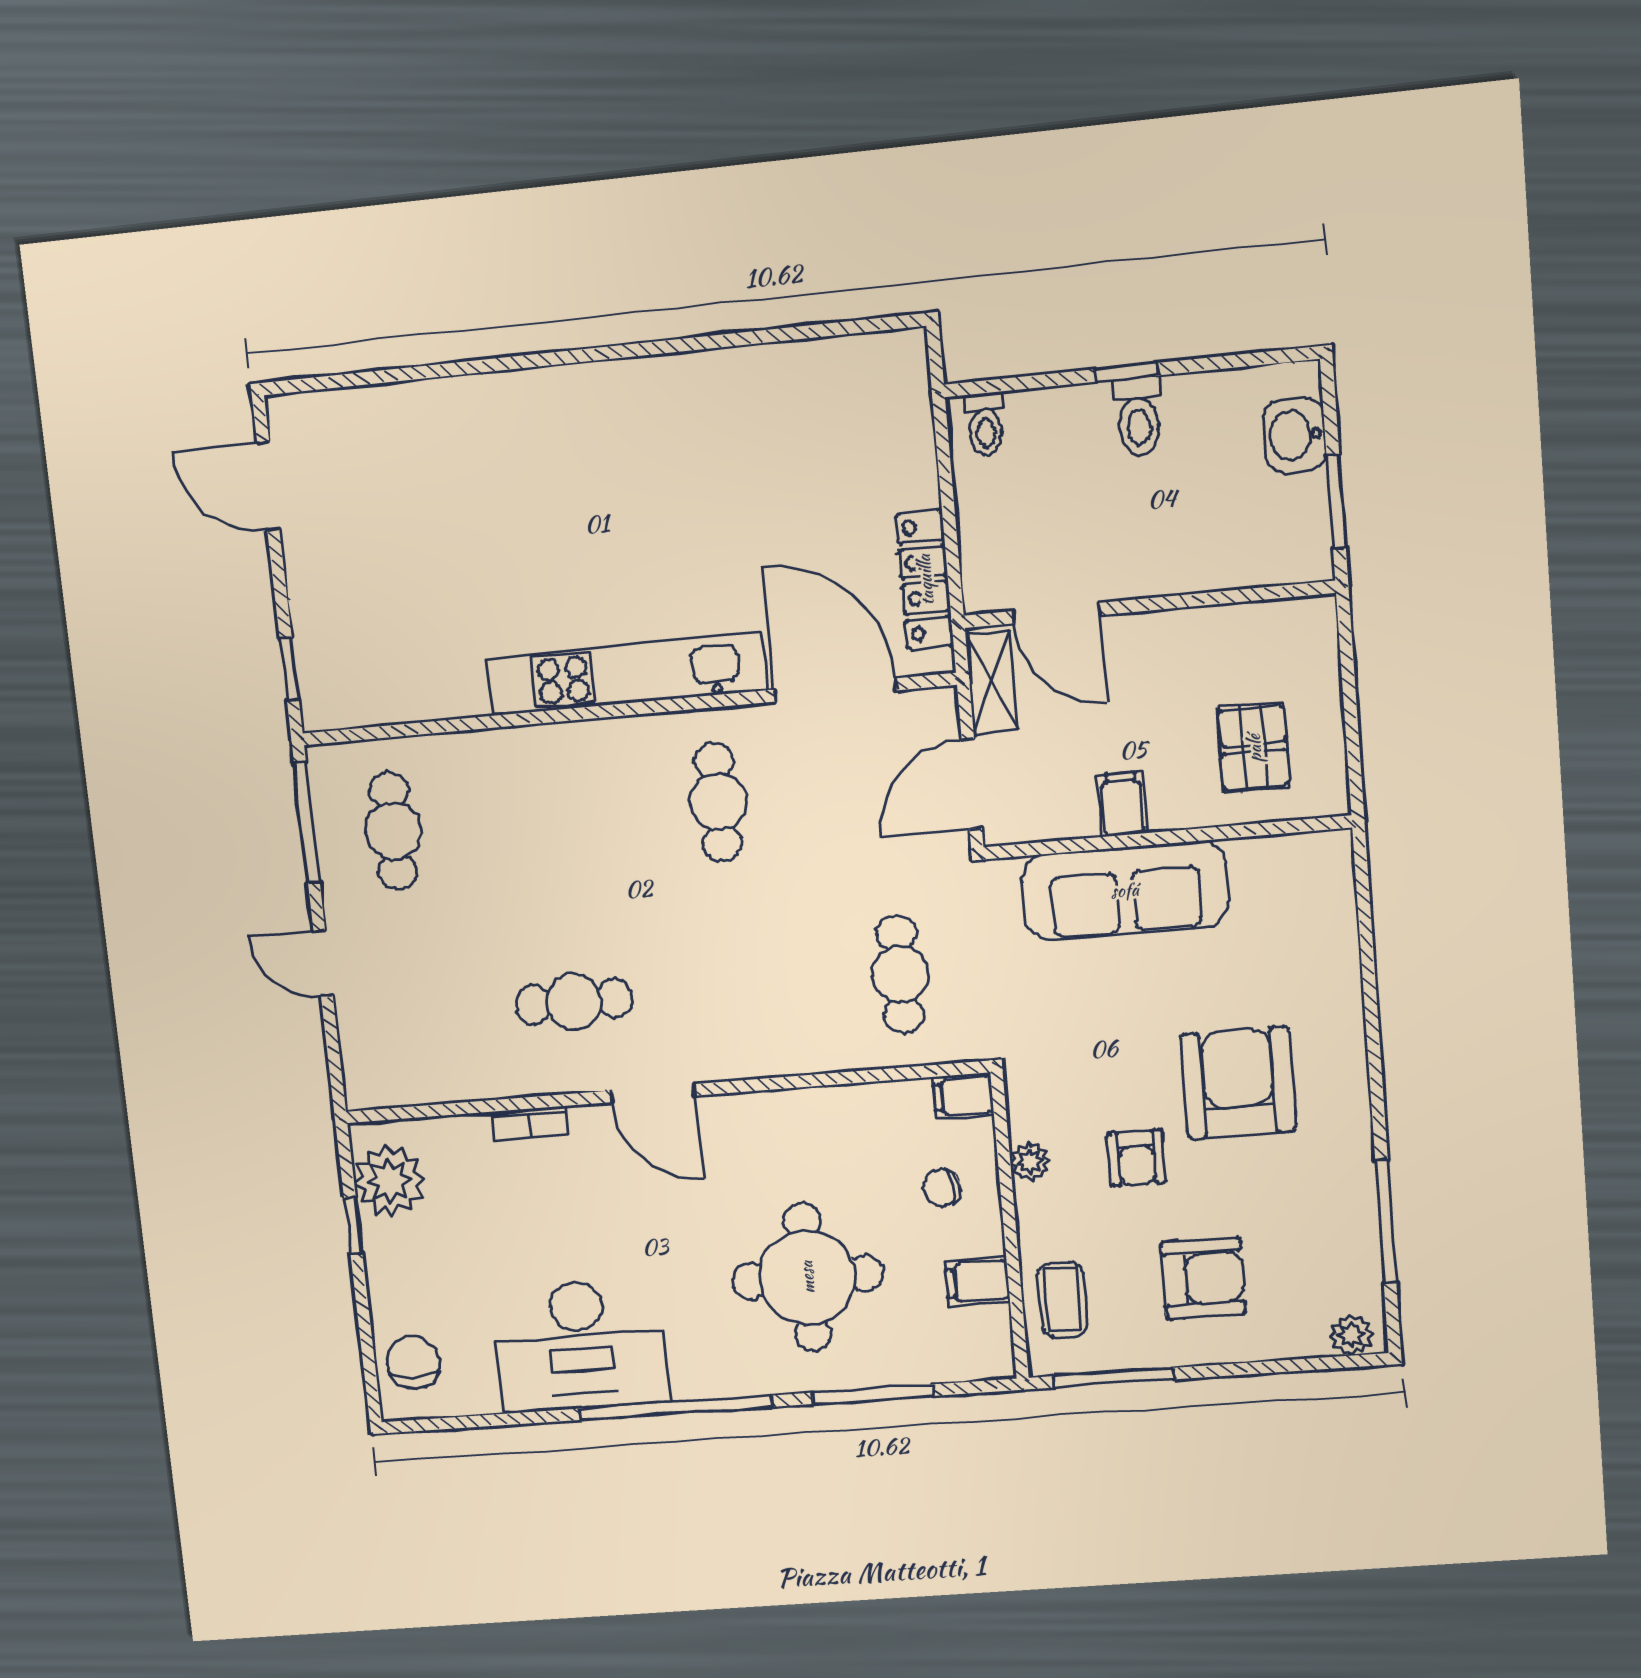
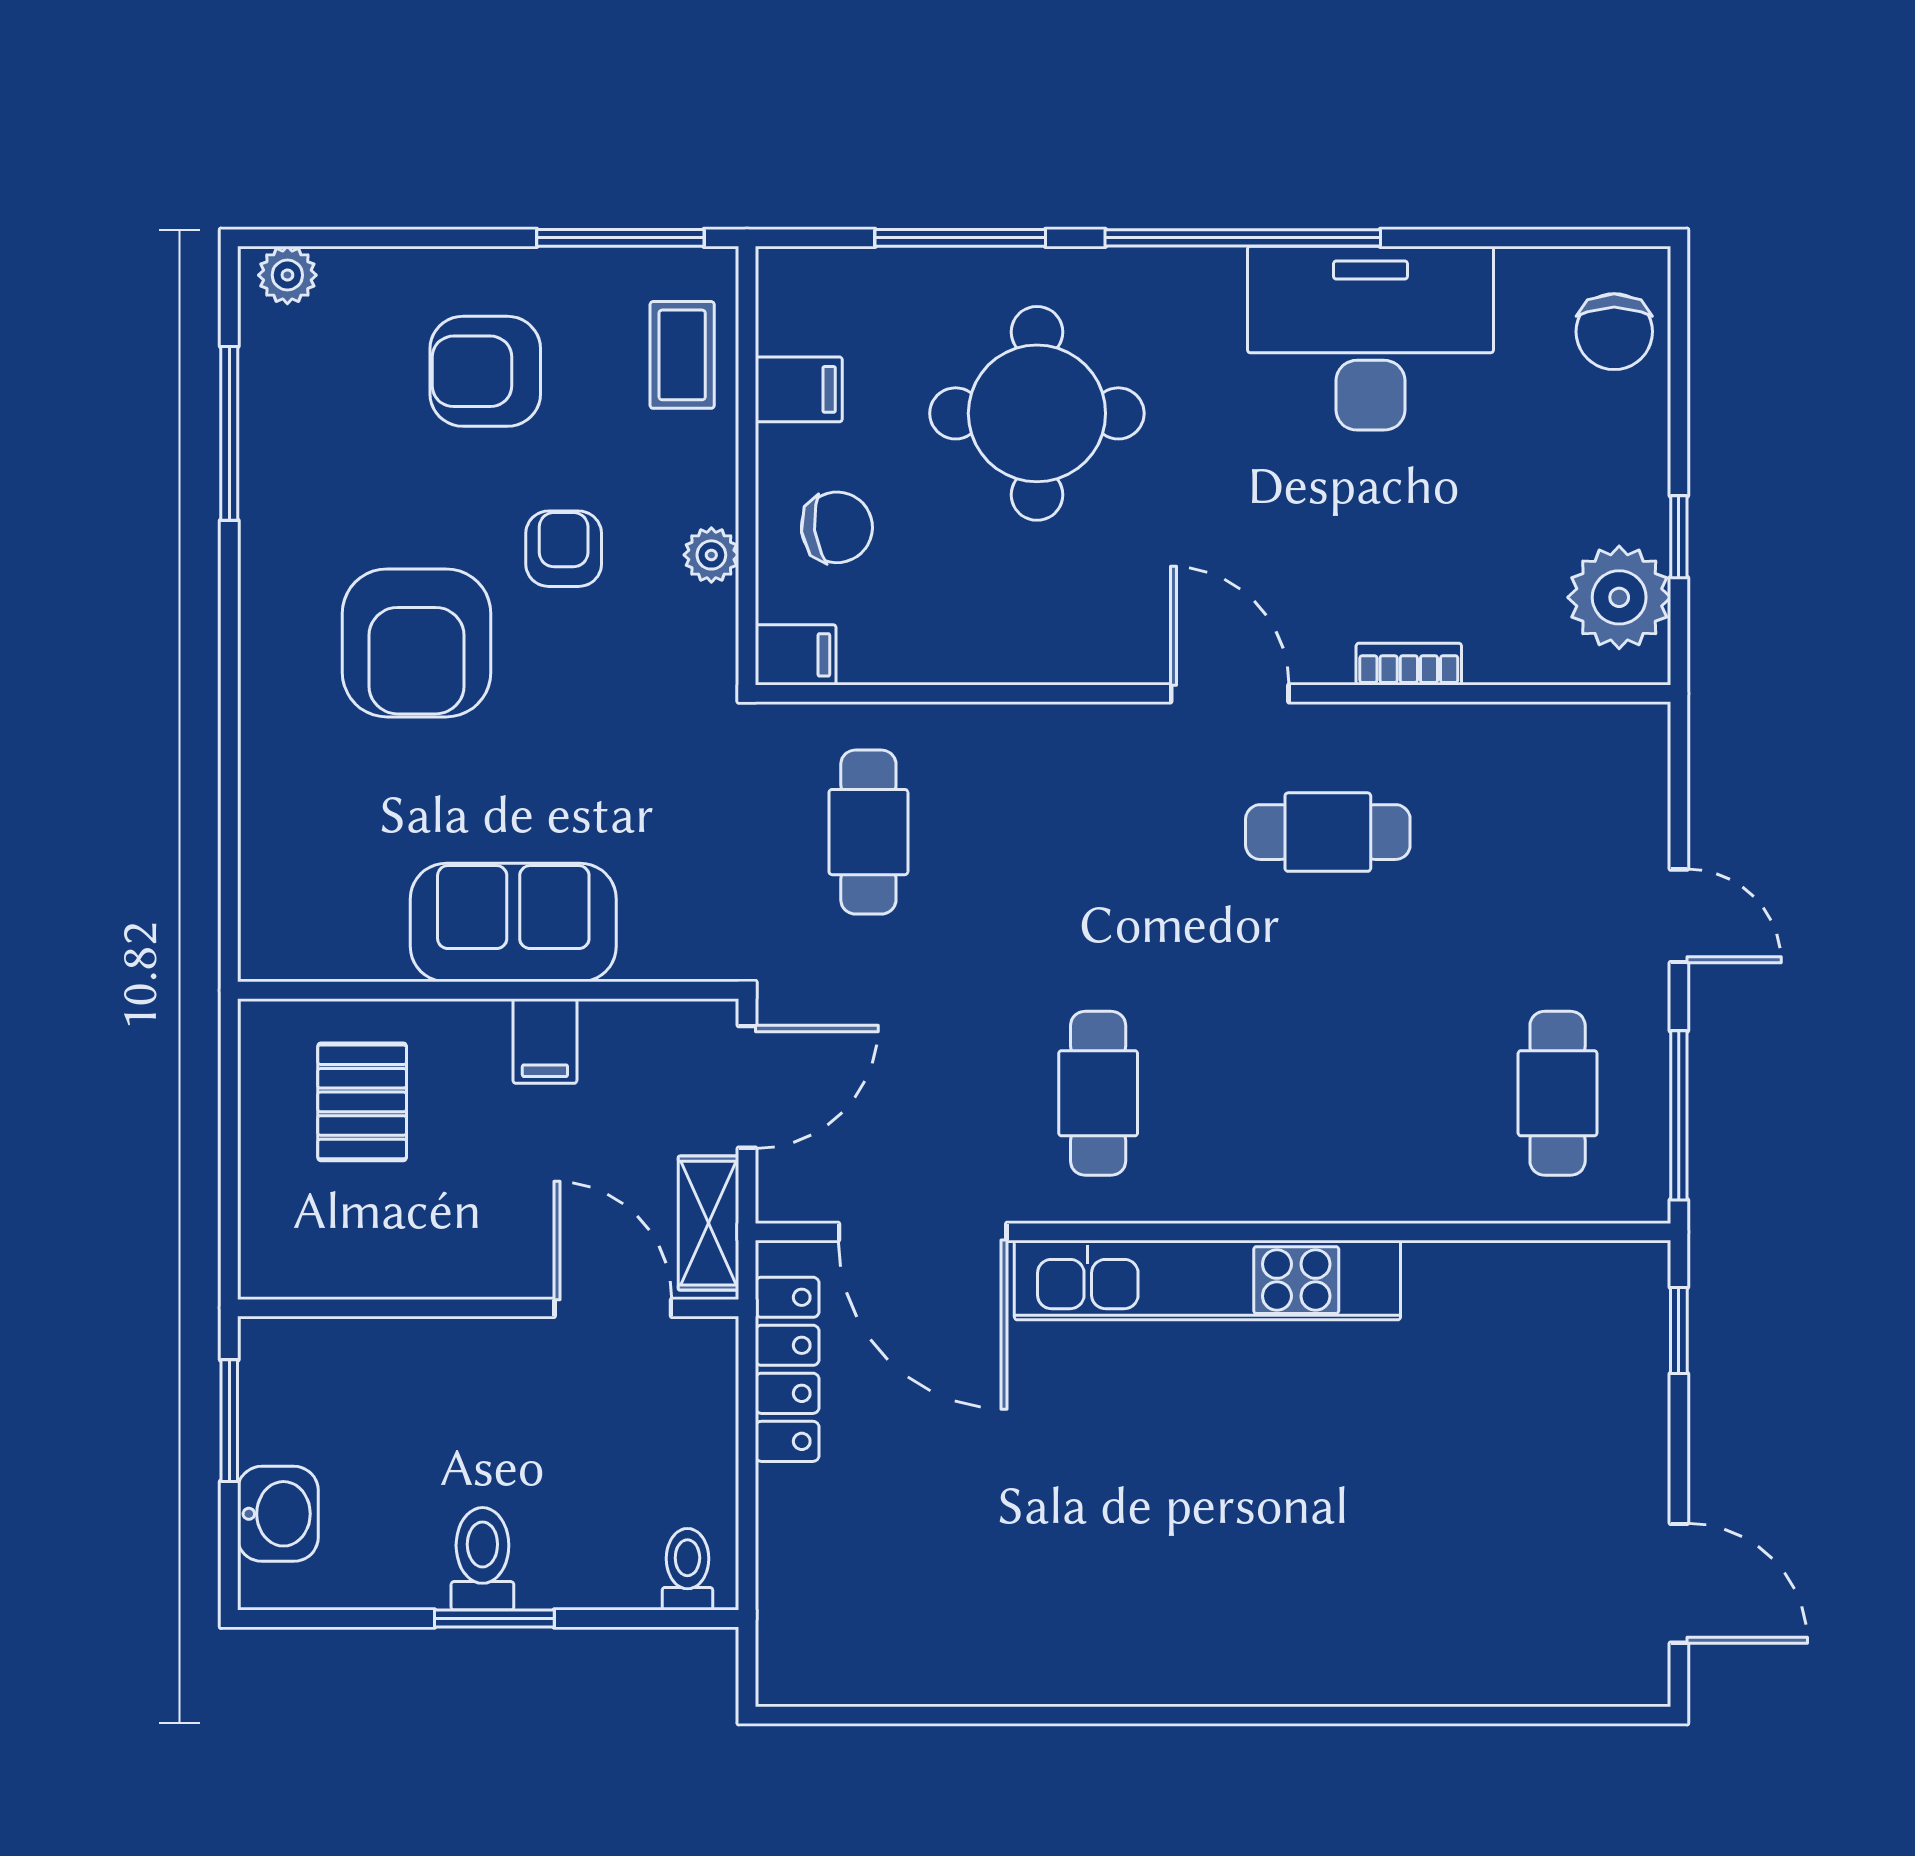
window: (1126, 372) -> (494, 1618), width x1.50
sofa: (1125, 890) -> (513, 923), width x0.73
chair: (942, 1188) -> (837, 527), width x1.37, depth x1.37

